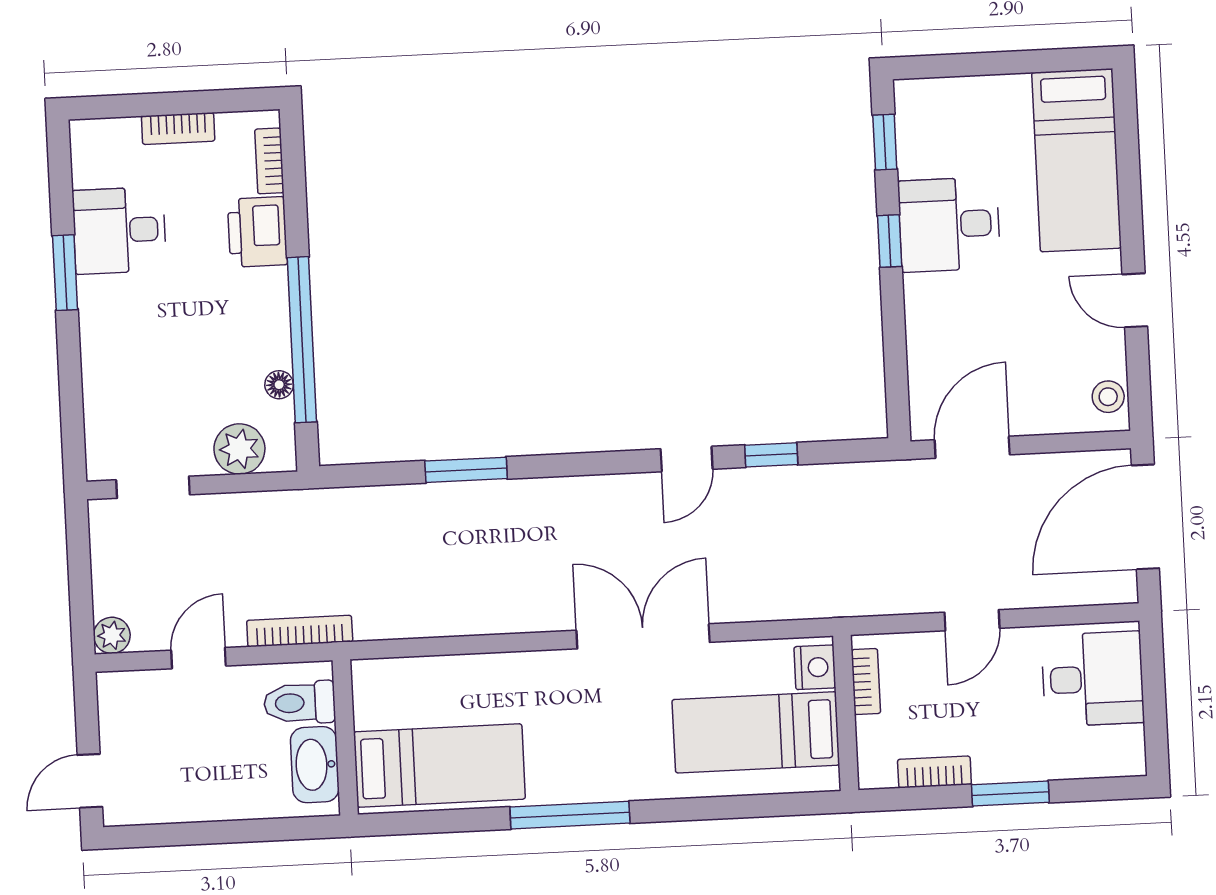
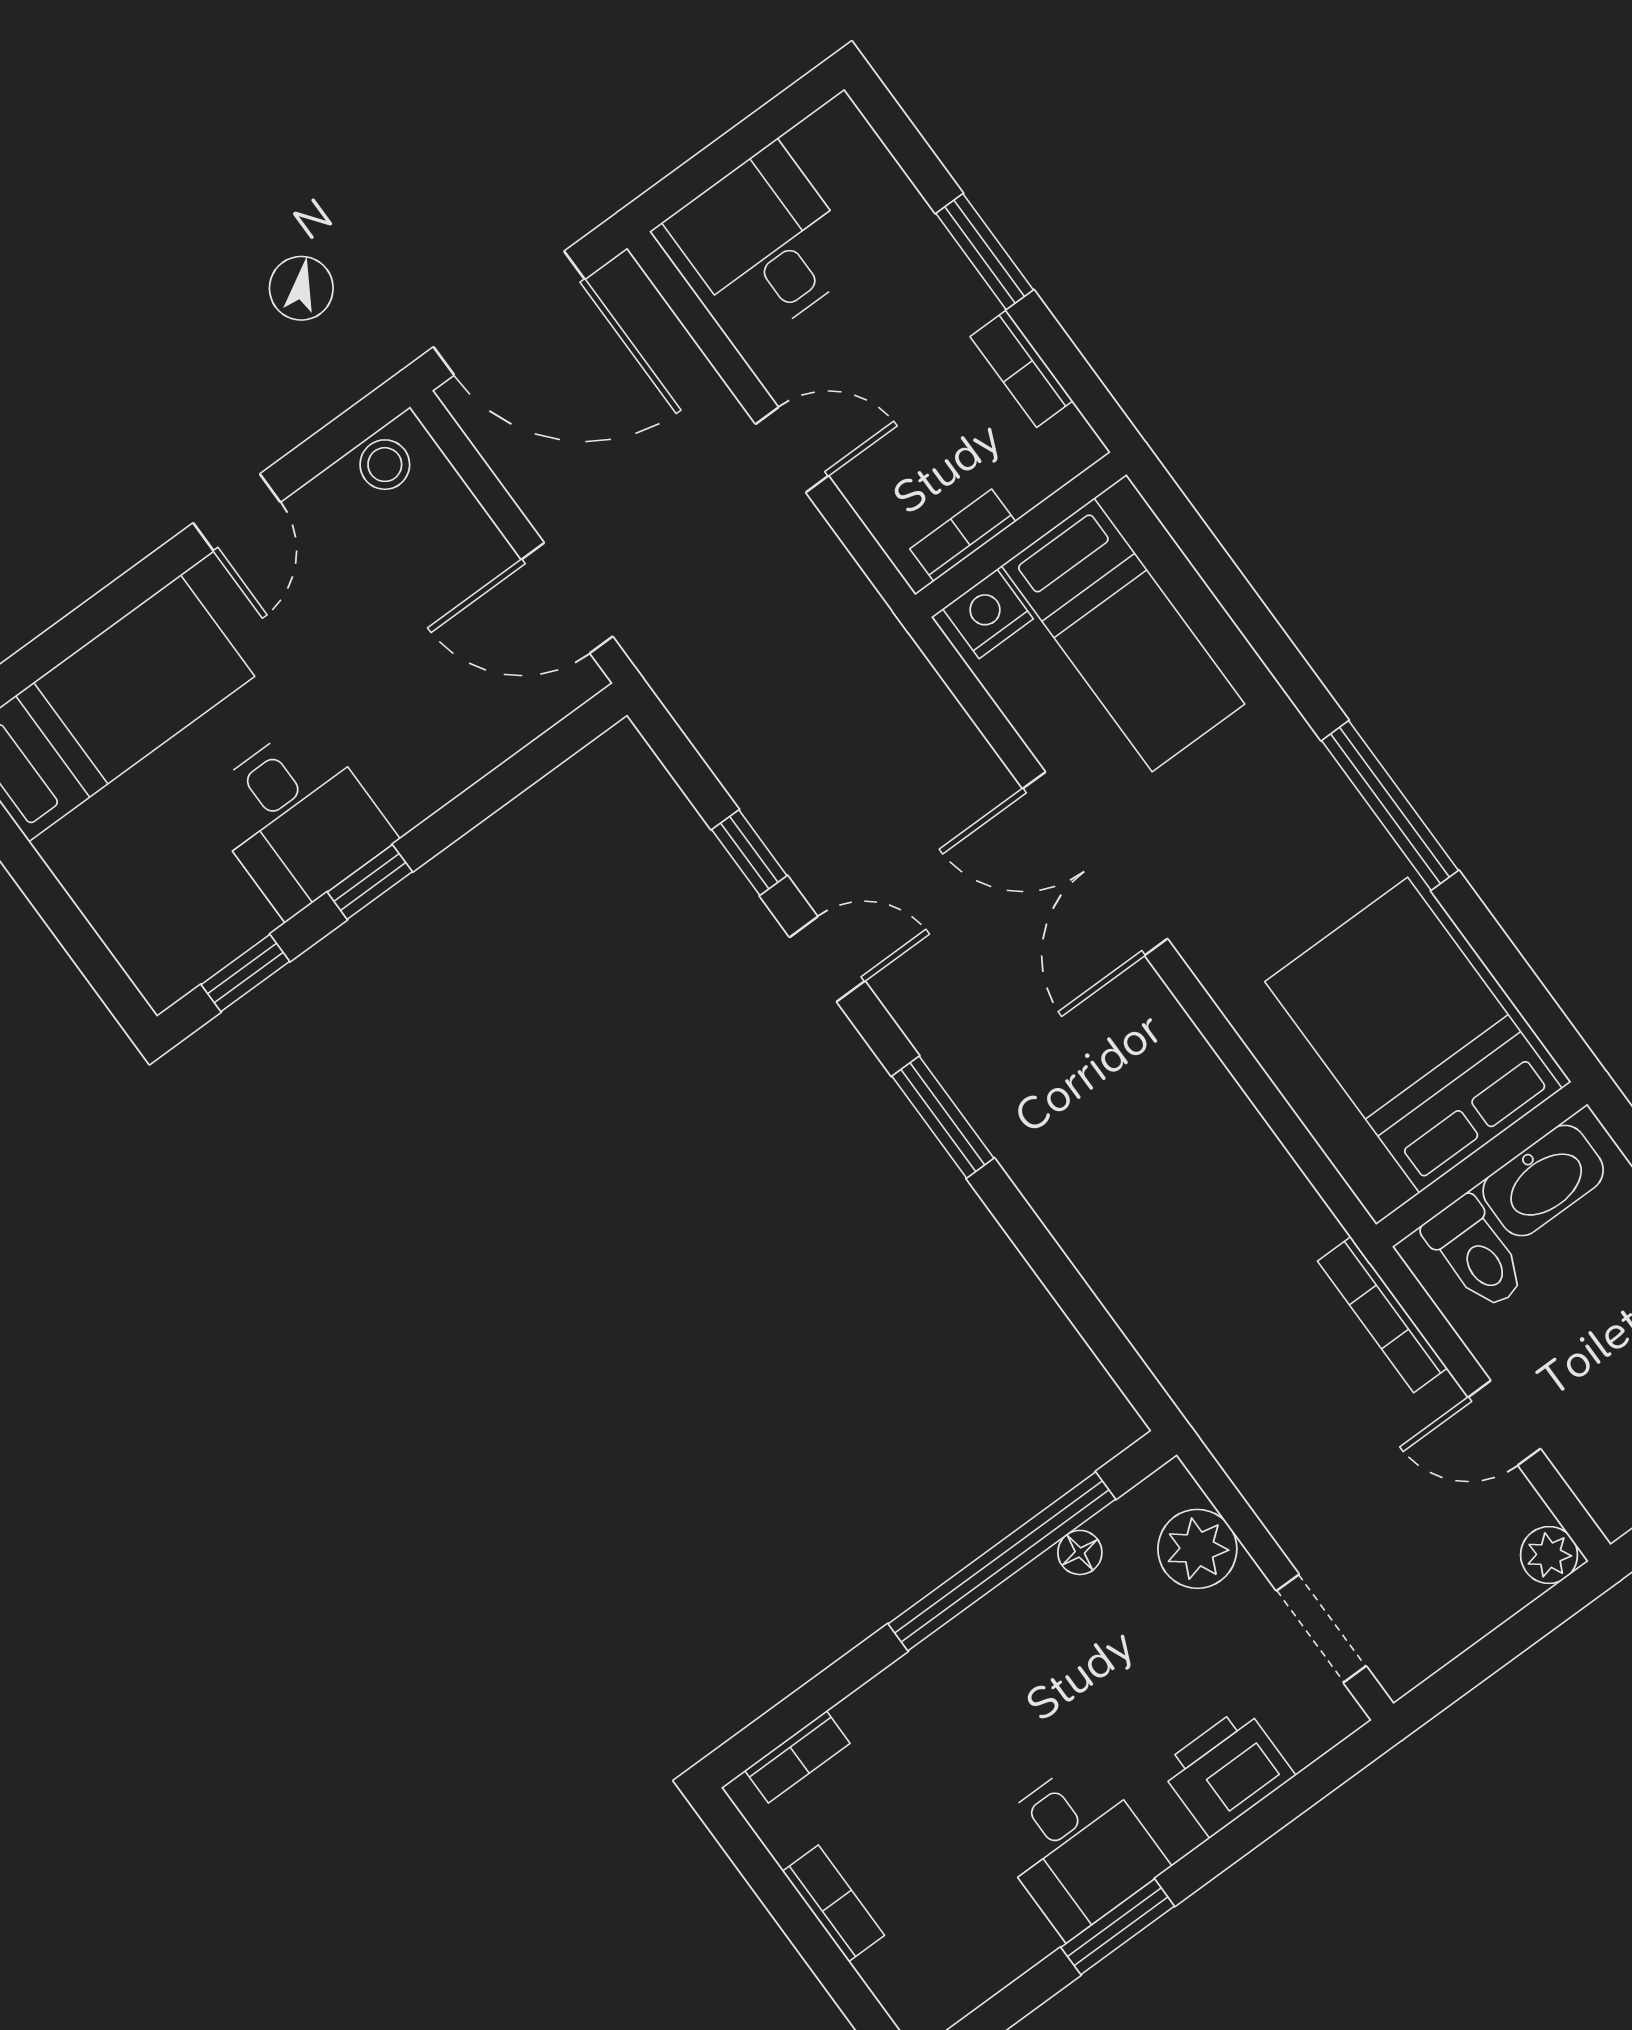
desk: (119, 230) -> (1077, 1848), moved
printer: (257, 232) -> (1227, 1771), moved, turned 180
window: (466, 470) -> (943, 1117), moved
bed: (439, 765) -> (1414, 1035), width x1.50

